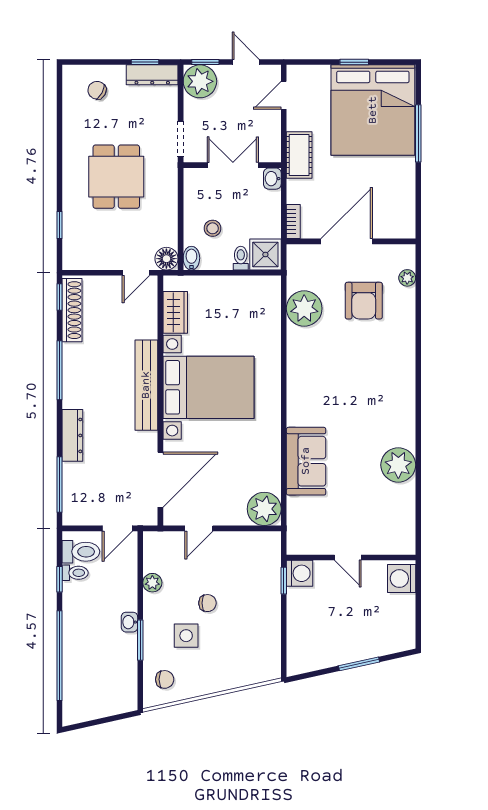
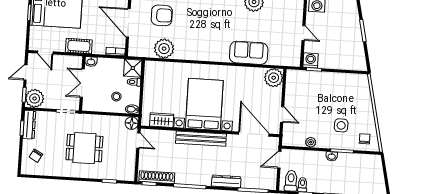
door: (117, 528) -> (279, 160), swing flipped
door: (348, 558) -> (303, 33), hinge flipped
chair: (207, 603) -> (324, 112), removed

